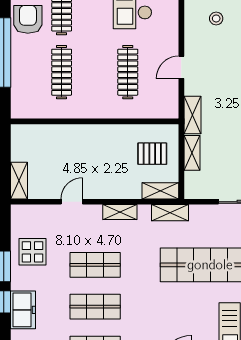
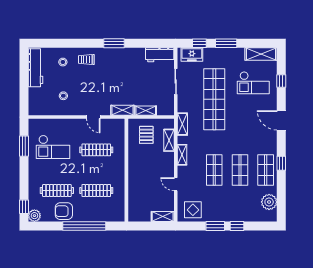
shelving: (160, 191) -> (169, 140), moved
display table: (33, 252) -> (193, 210), moved
freezer: (23, 310) -> (242, 214), removed

